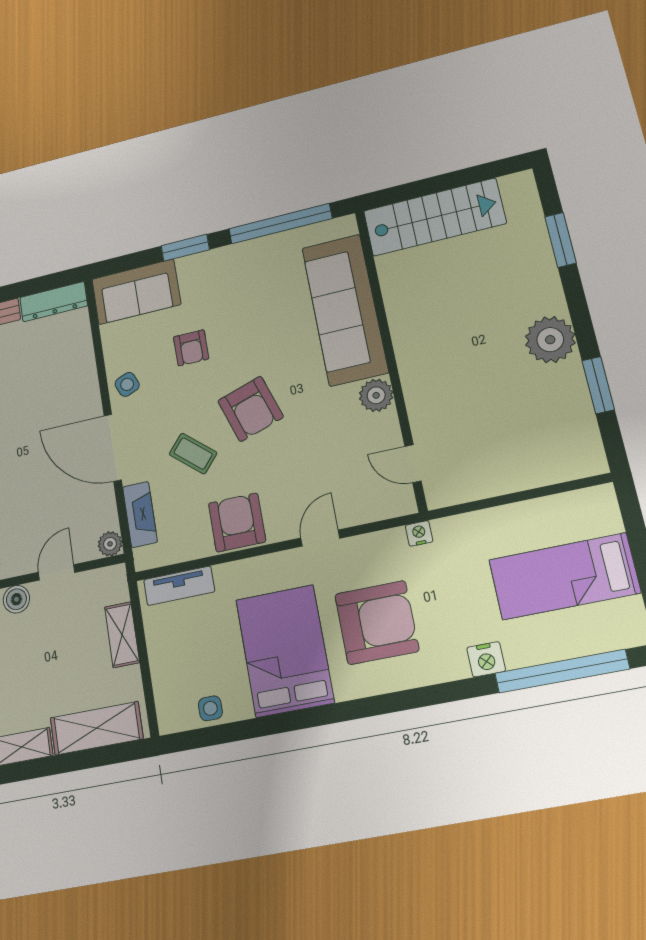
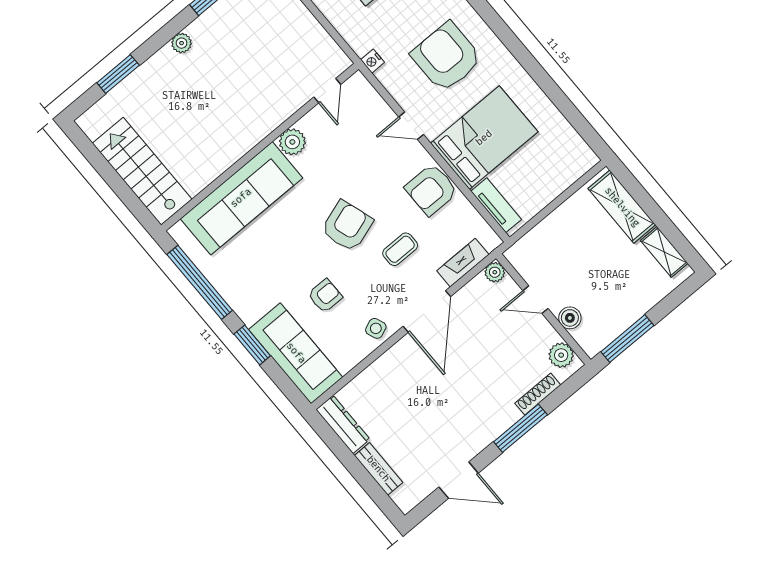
sofa: (136, 292) -> (296, 353), width x1.36
plant: (550, 340) -> (182, 43), width x0.53, depth x0.53
coffee table: (193, 454) -> (400, 249), turned 49
shelving: (122, 635) -> (551, 226), removed
bed: (285, 651) -> (484, 138), moved, turned 180
side table: (210, 708) -> (564, 136), removed

